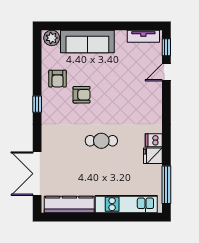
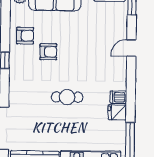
door: (166, 72) -> (131, 48), moved
armchair: (58, 79) -> (25, 36), turned -90

